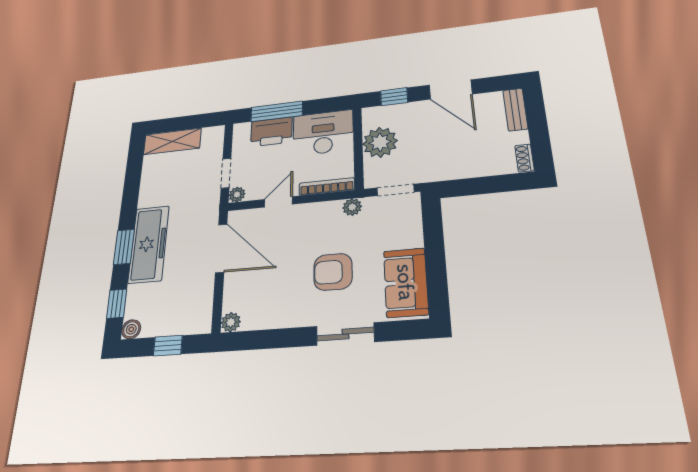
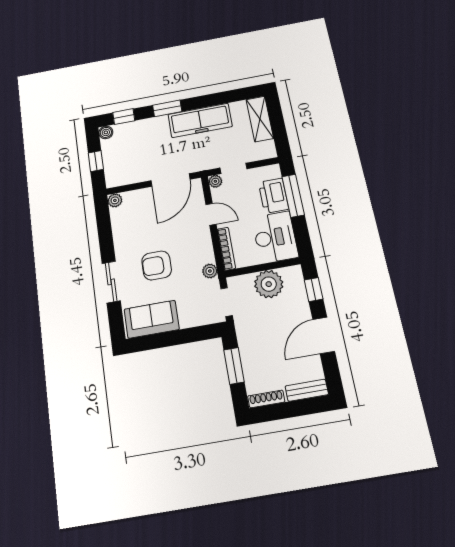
shoe rack: (524, 158) -> (266, 399), width x1.43
window: (479, 186) -> (234, 366), added
freezer: (149, 244) -> (200, 120), moved
armchair: (333, 272) -> (157, 265), turned -90

